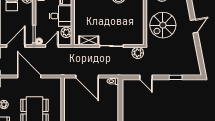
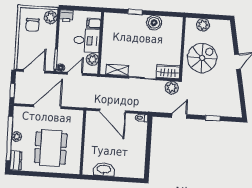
spiral stairs: (163, 25) -> (202, 58), turned 180
wardrobe: (134, 39) -> (168, 72), added
door: (29, 77) -> (47, 107), hinge flipped
door: (146, 77) -> (179, 116), swing flipped

